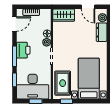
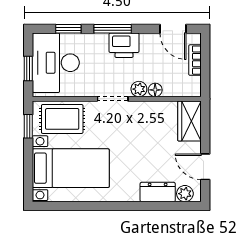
door: (88, 7) -> (205, 167), hinge flipped

